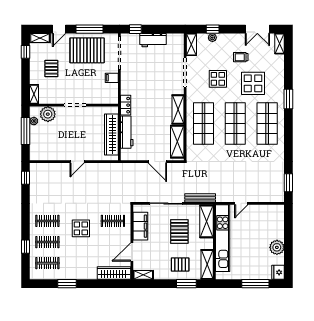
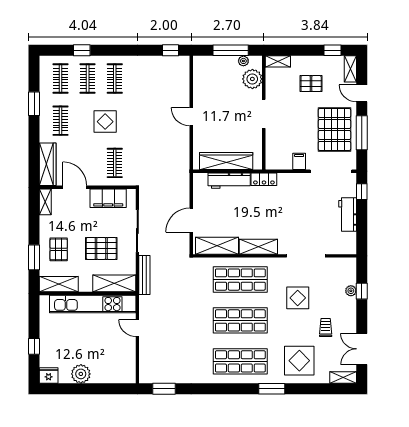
shelving: (191, 44) -> (342, 264), removed
display table: (253, 83) -> (299, 361), moved
clothes rail: (80, 263) -> (60, 121), added
window: (255, 284) -> (34, 346), width x0.46

